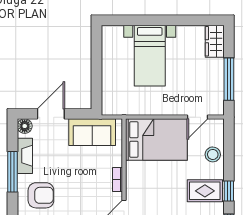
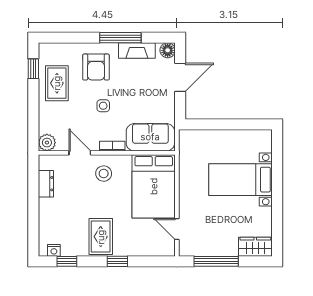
door: (51, 114) -> (180, 77), hinge flipped
sofa: (92, 132) -> (150, 137), moved, turned 90
stool: (213, 154) -> (104, 174), moved
side table: (78, 188) -> (103, 106), added
window: (229, 191) -> (117, 261), moved

